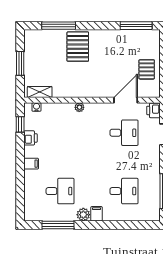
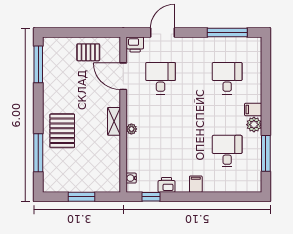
pallet: (78, 47) -> (62, 131), turned 90
shelving: (40, 92) -> (114, 121), moved

